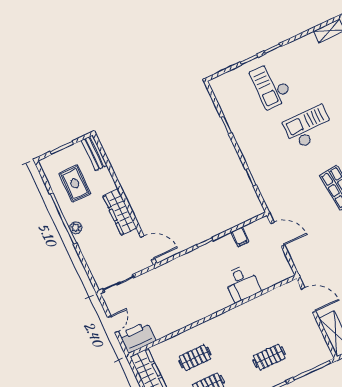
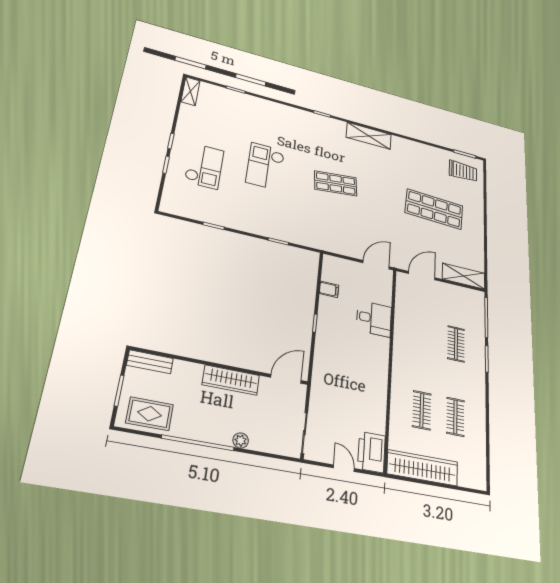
checkout: (271, 85) -> (204, 166), turned -90
rug: (75, 183) -> (150, 414), moved
plant: (76, 228) -> (241, 440), moved
door: (278, 234) -> (376, 265), moved

